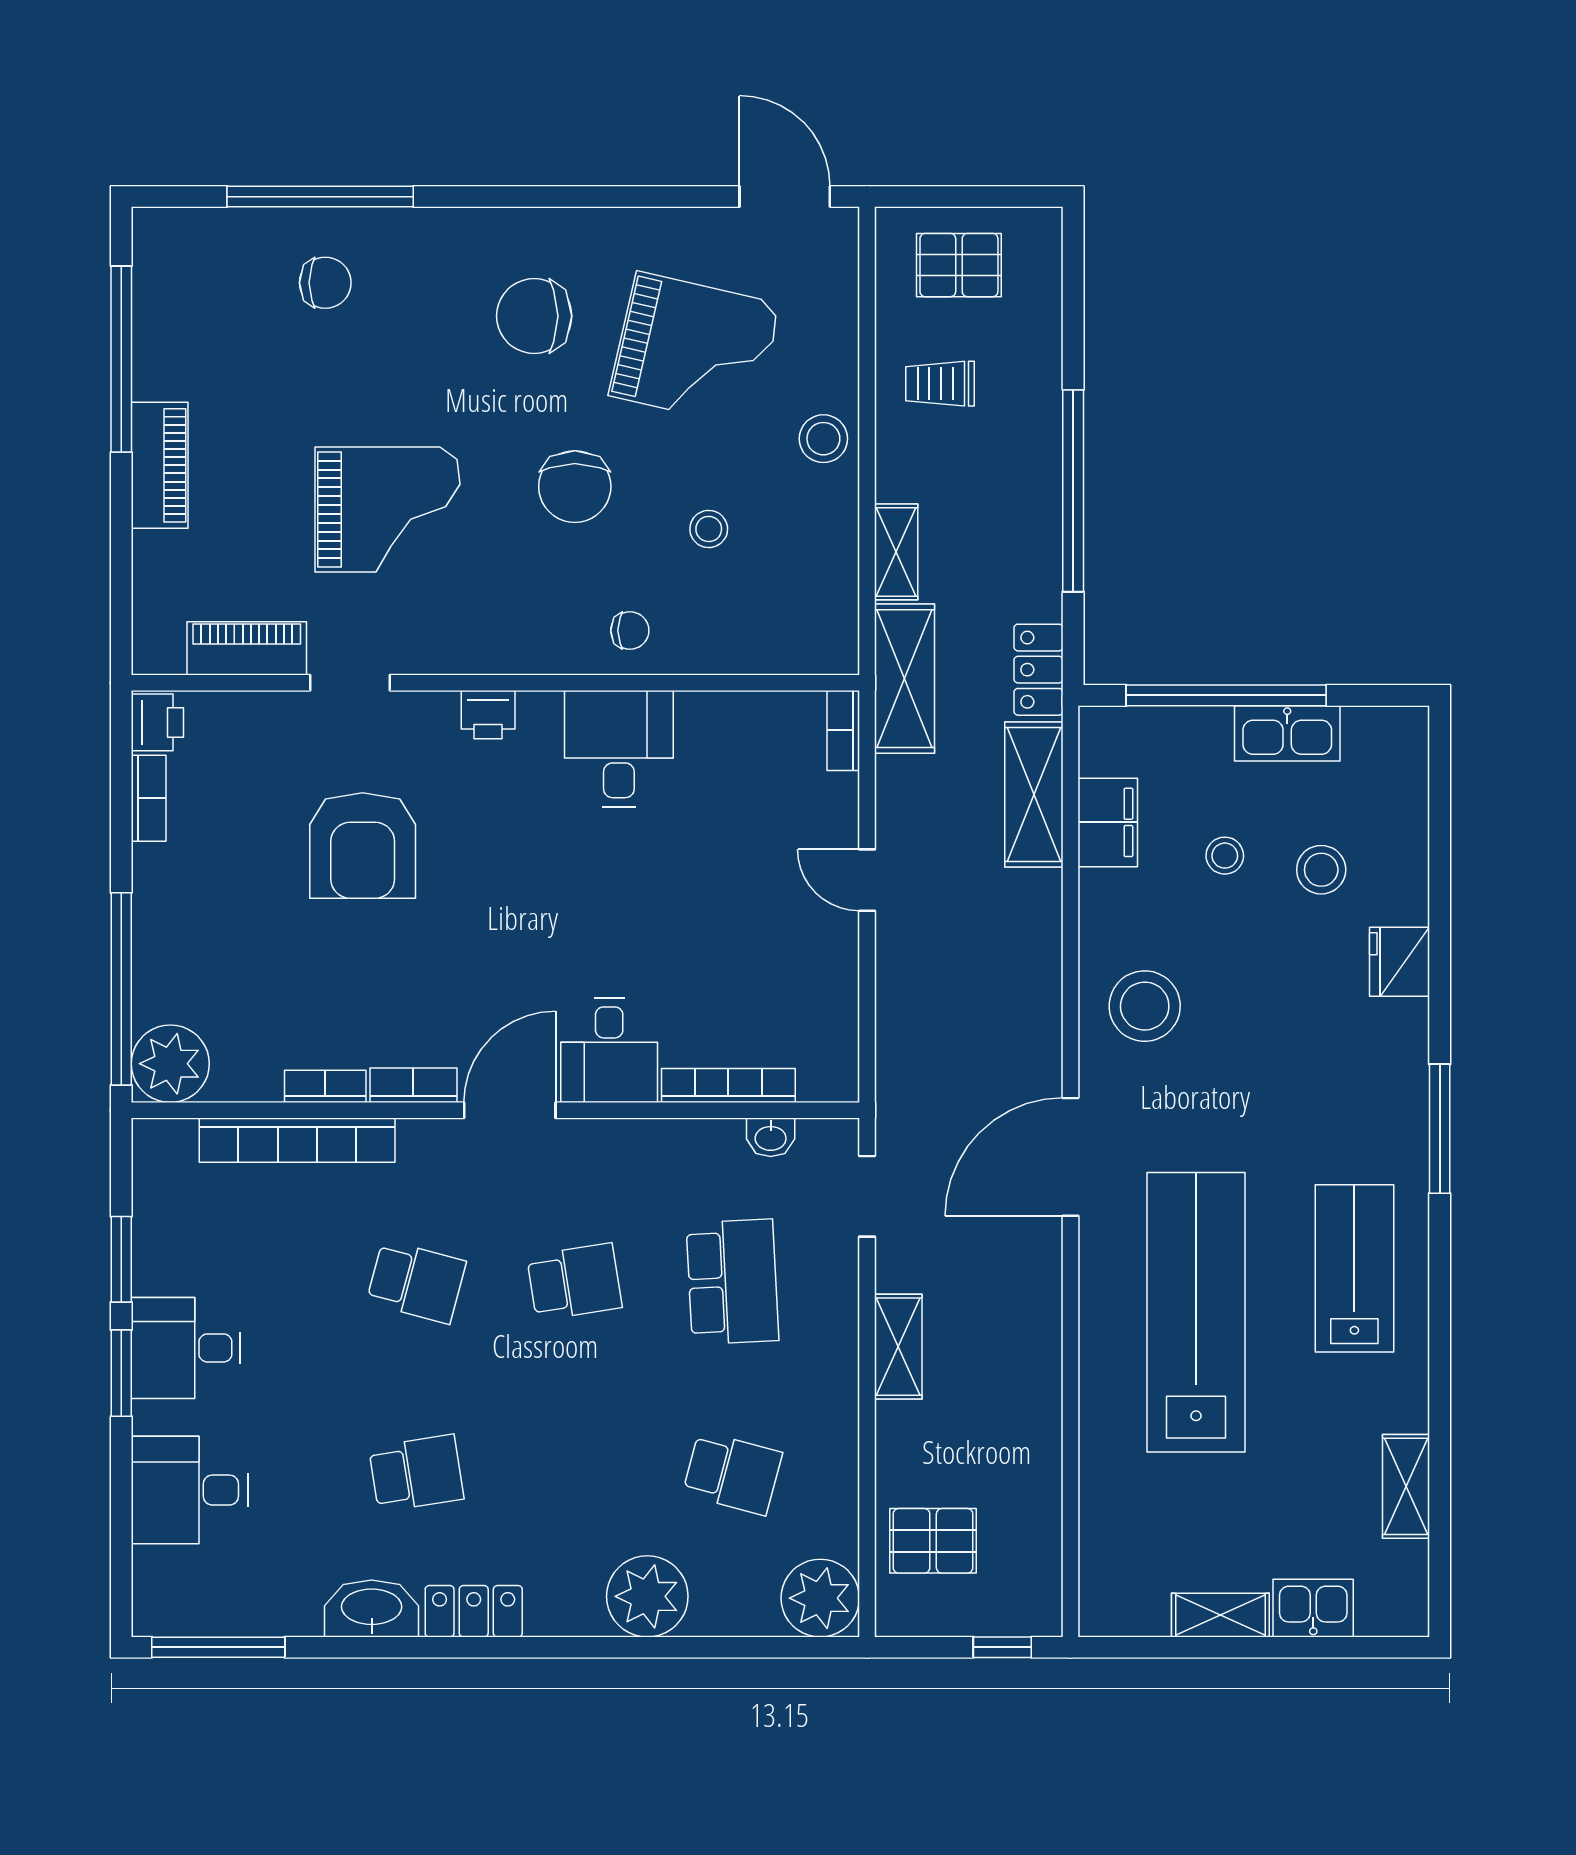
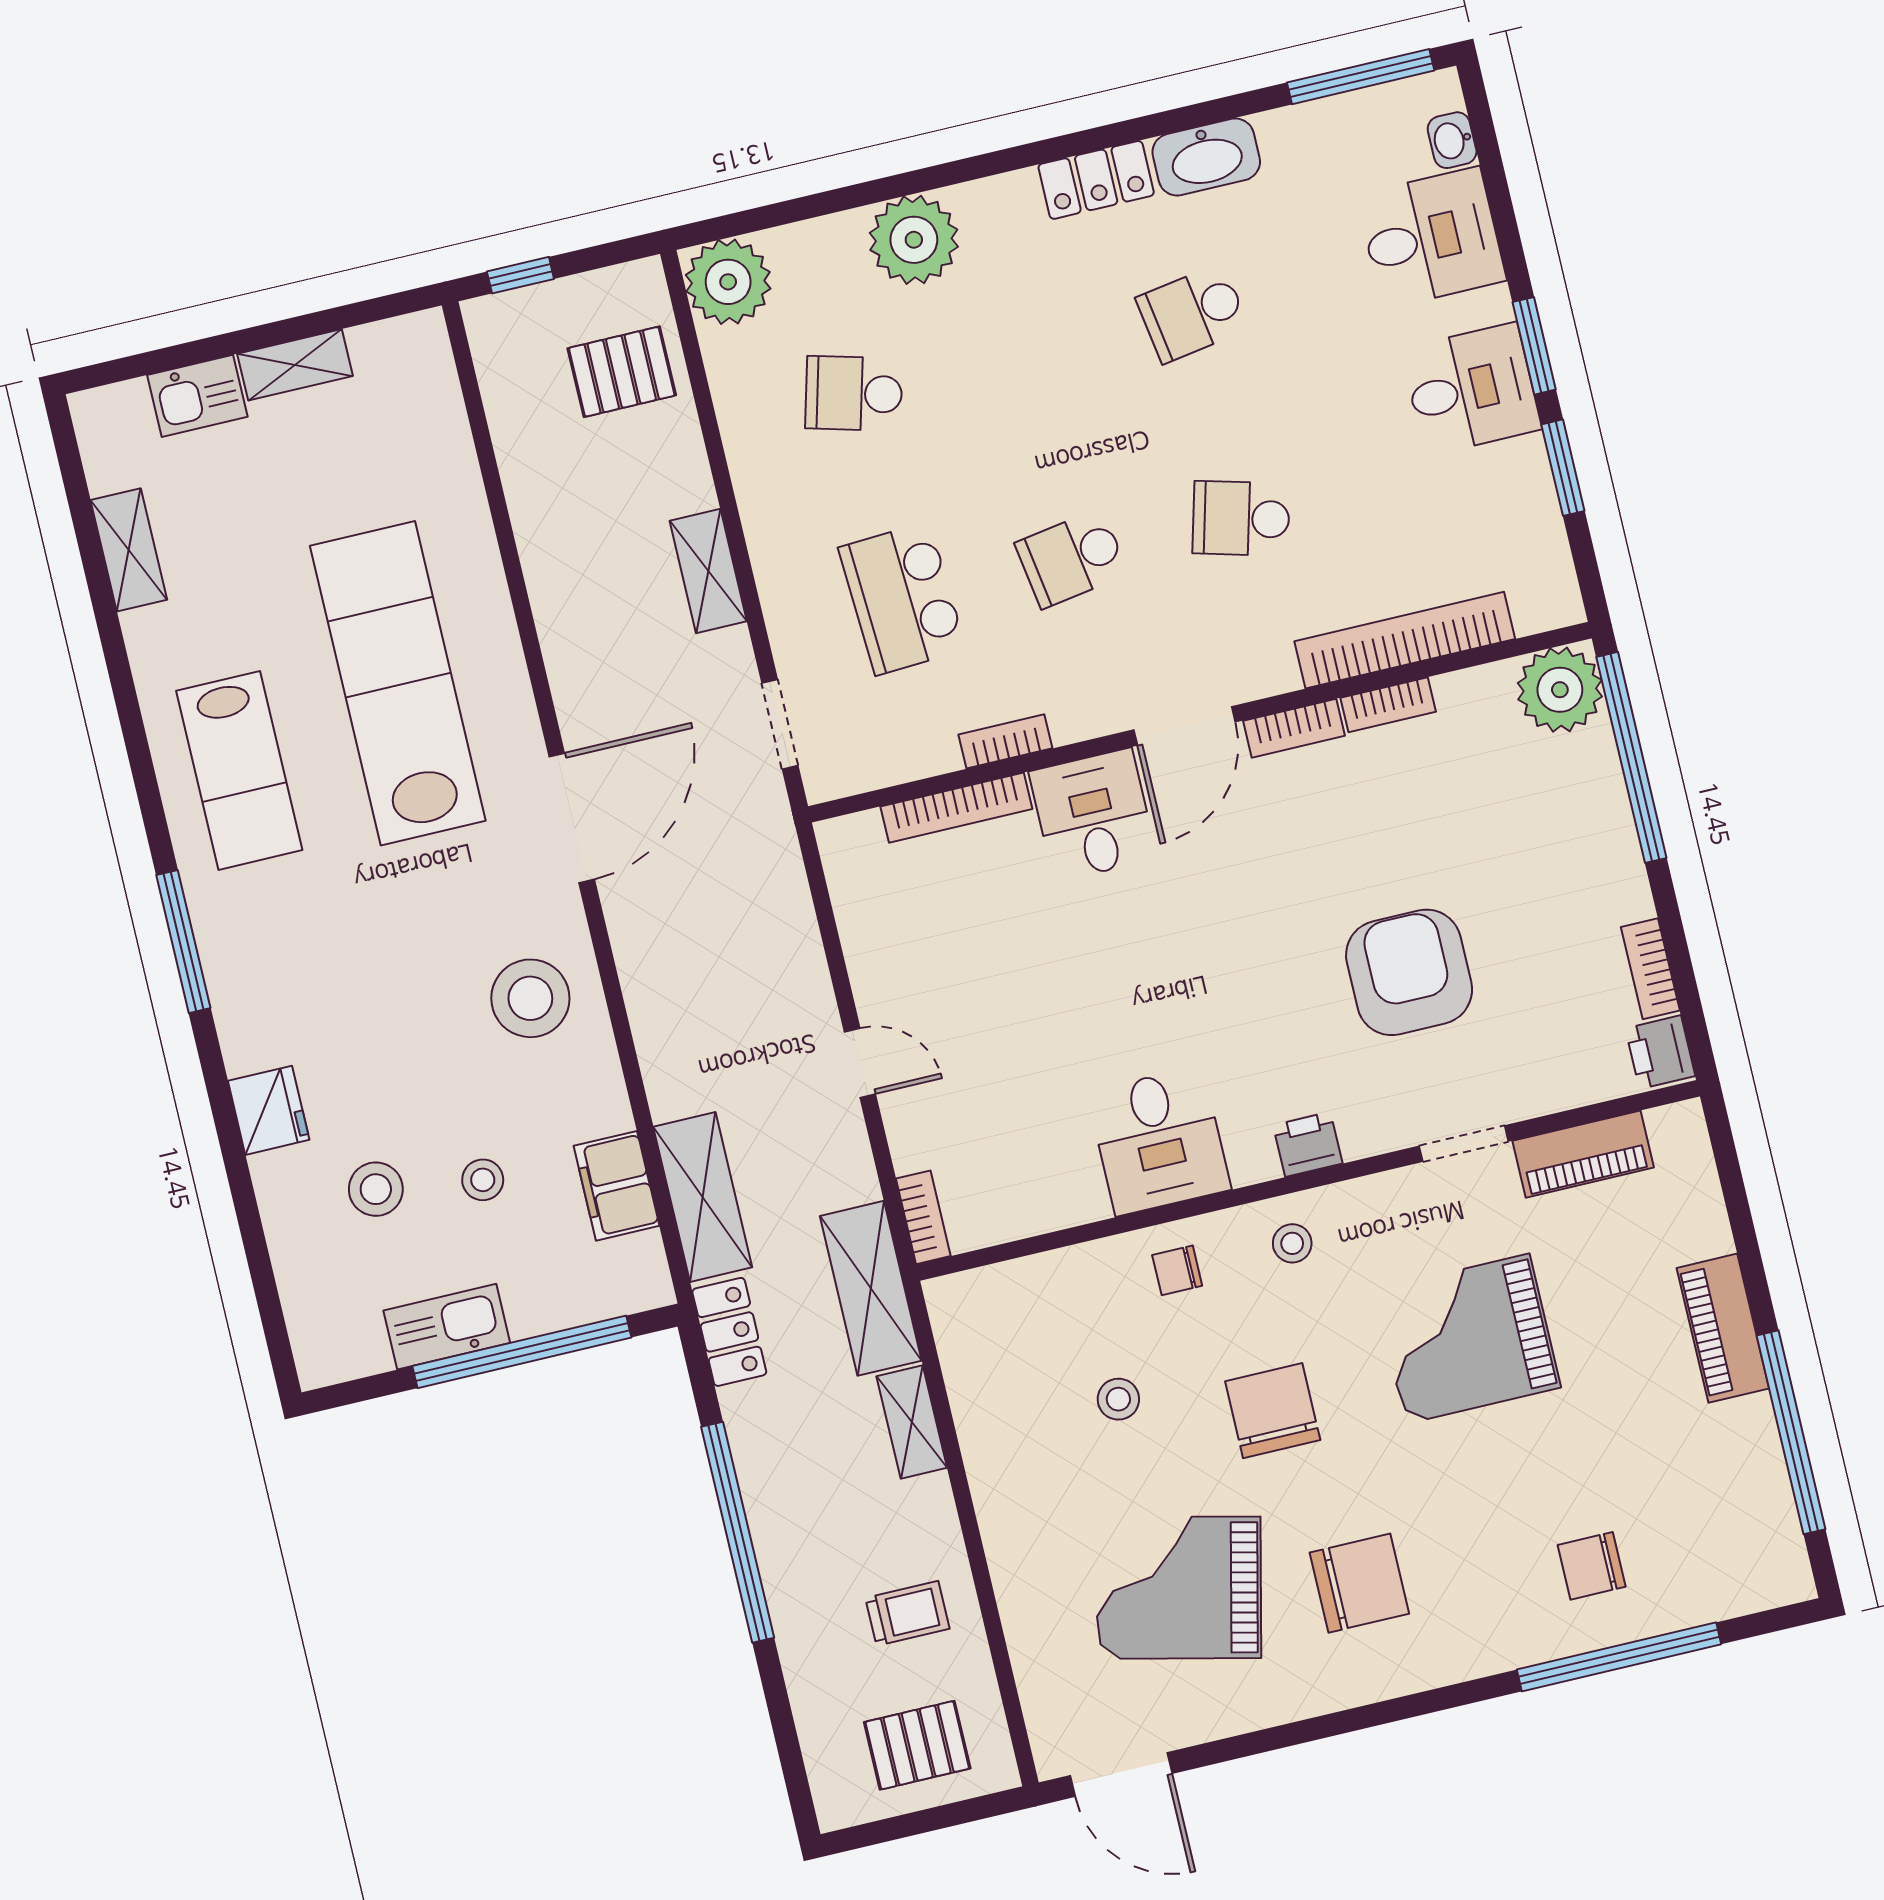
stool: (823, 439) -> (1292, 1243), moved, width x0.73, depth x0.73
bookcase: (671, 1134) -> (1005, 741), added
washbasin: (771, 1137) -> (1452, 140), moved, turned -90
lab bench: (1196, 1312) -> (398, 683), turned 180

